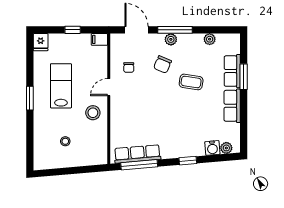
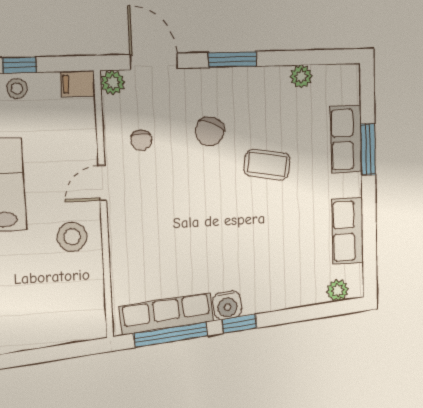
window: (175, 30) -> (232, 59), width x0.69
plant: (171, 39) -> (113, 82), moved
row of seats: (232, 106) -> (348, 231), moved
stool: (65, 141) -> (17, 88), moved
water cooler: (212, 148) -> (227, 305), moved
window: (188, 161) -> (239, 324), moved

